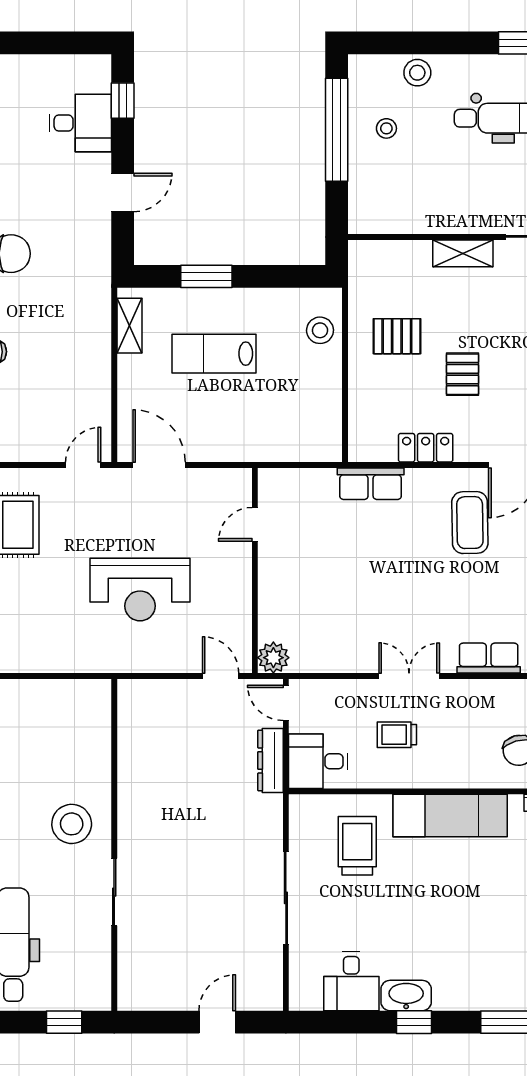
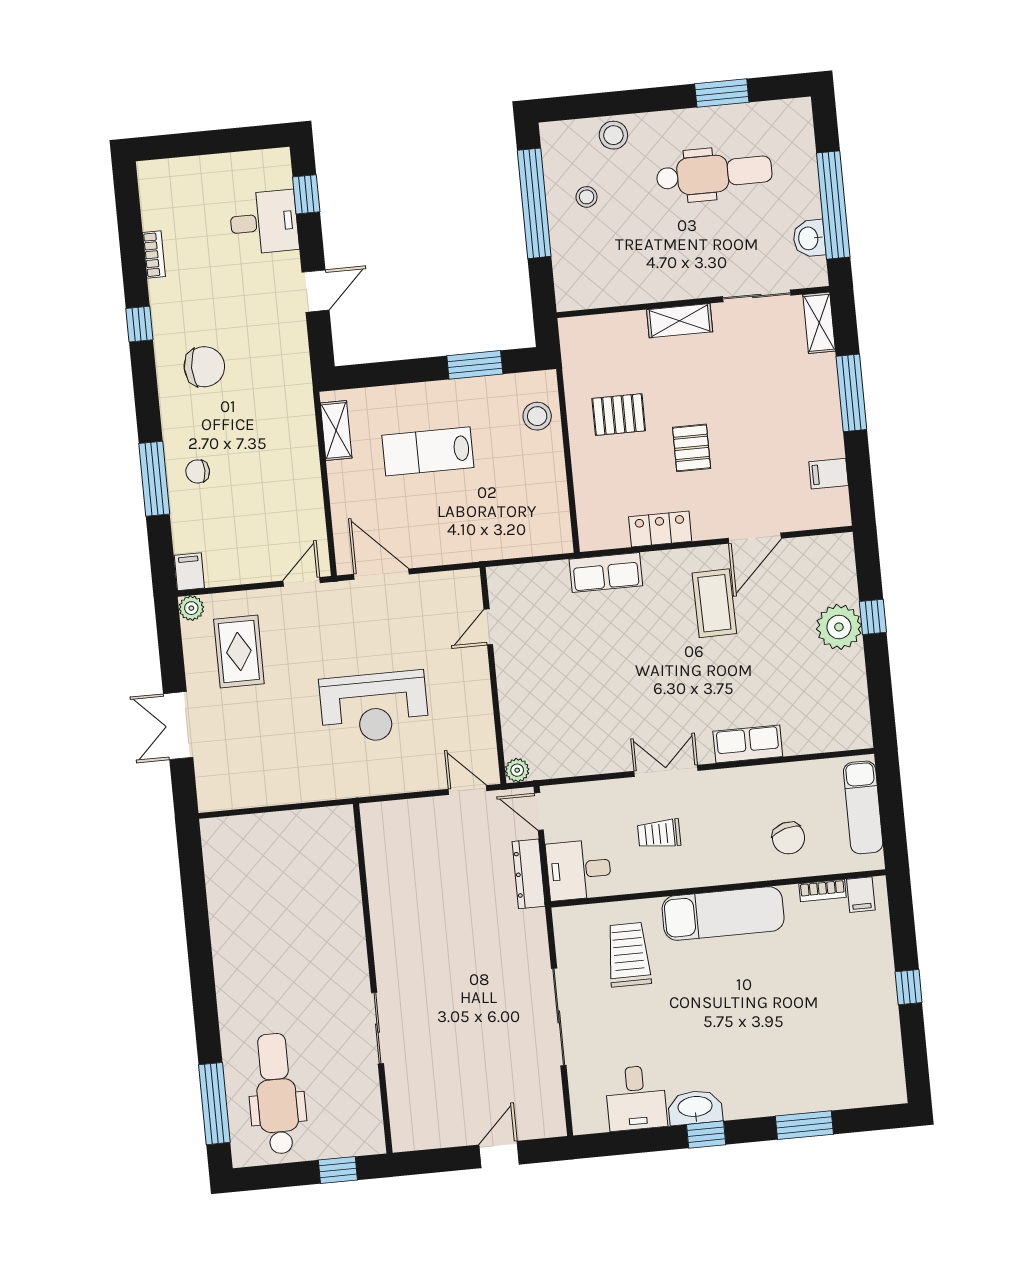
window: (206, 276) -> (475, 365), moved
plant: (273, 658) -> (517, 770), width x0.73, depth x0.73
stool: (72, 824) -> (326, 961), removed

